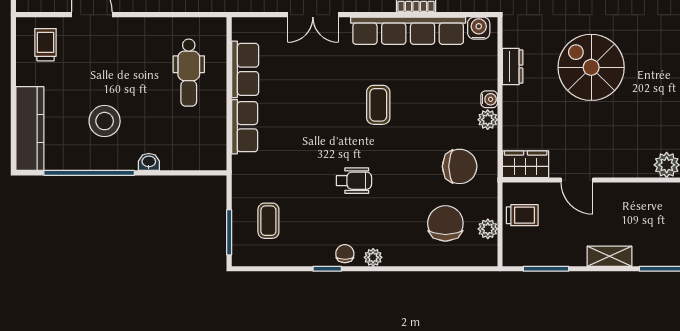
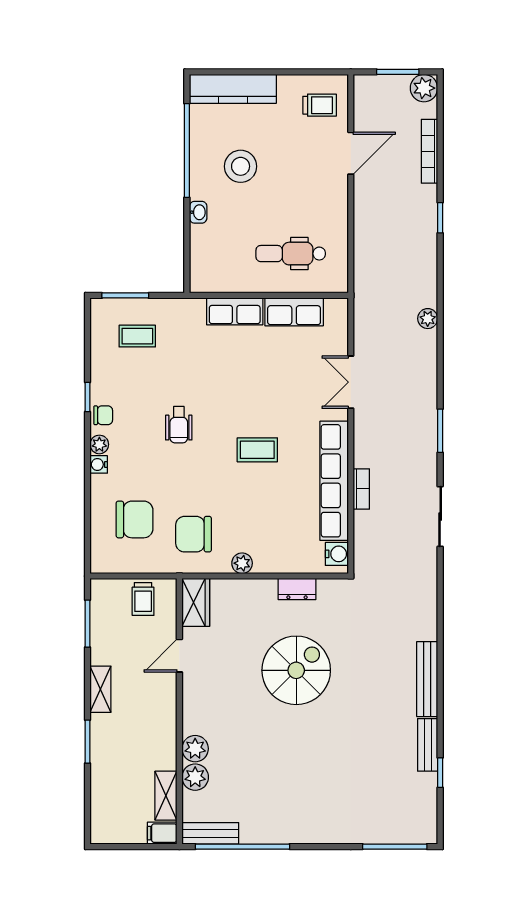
water cooler: (489, 99) -> (99, 464), moved, turned 90
chair: (460, 166) -> (194, 534), turned 90
plant: (488, 229) -> (129, 563), removed

